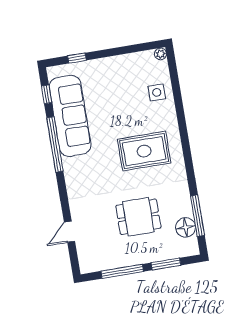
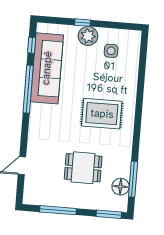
plant: (161, 54) -> (88, 36), moved, width x1.88, depth x1.88
window: (77, 58) -> (83, 23), moved
side table: (157, 92) -> (111, 51), moved
window: (166, 264) -> (109, 214), moved

